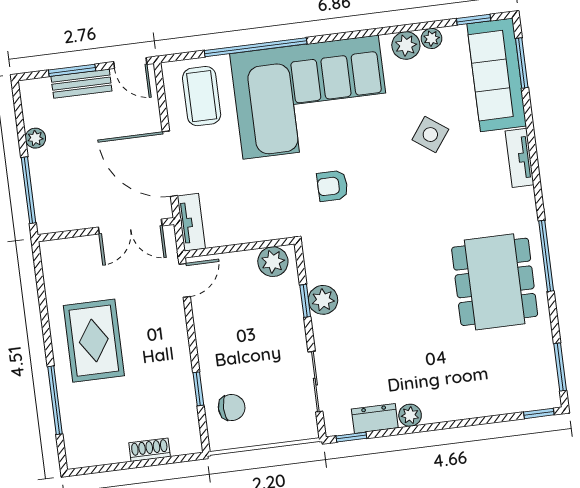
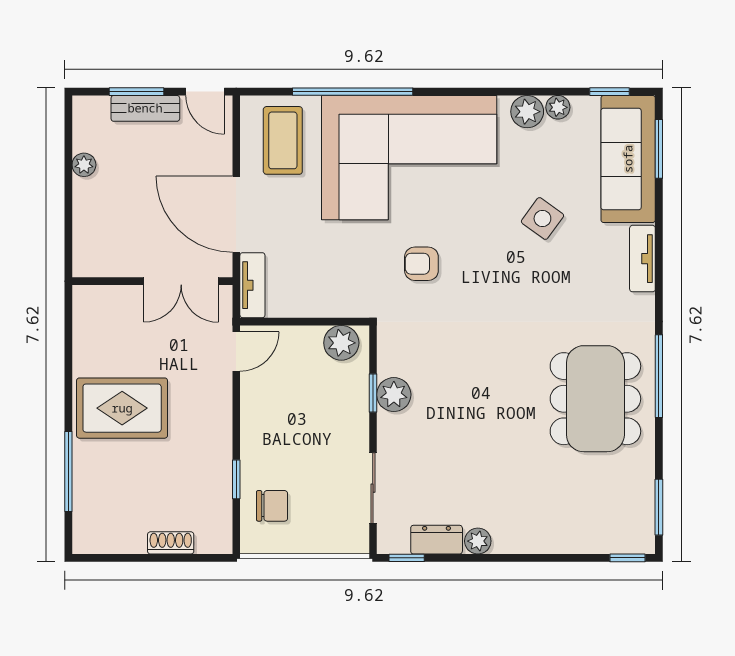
window: (29, 190) -> (68, 224), removed
rug: (94, 341) -> (122, 408), turned 90

